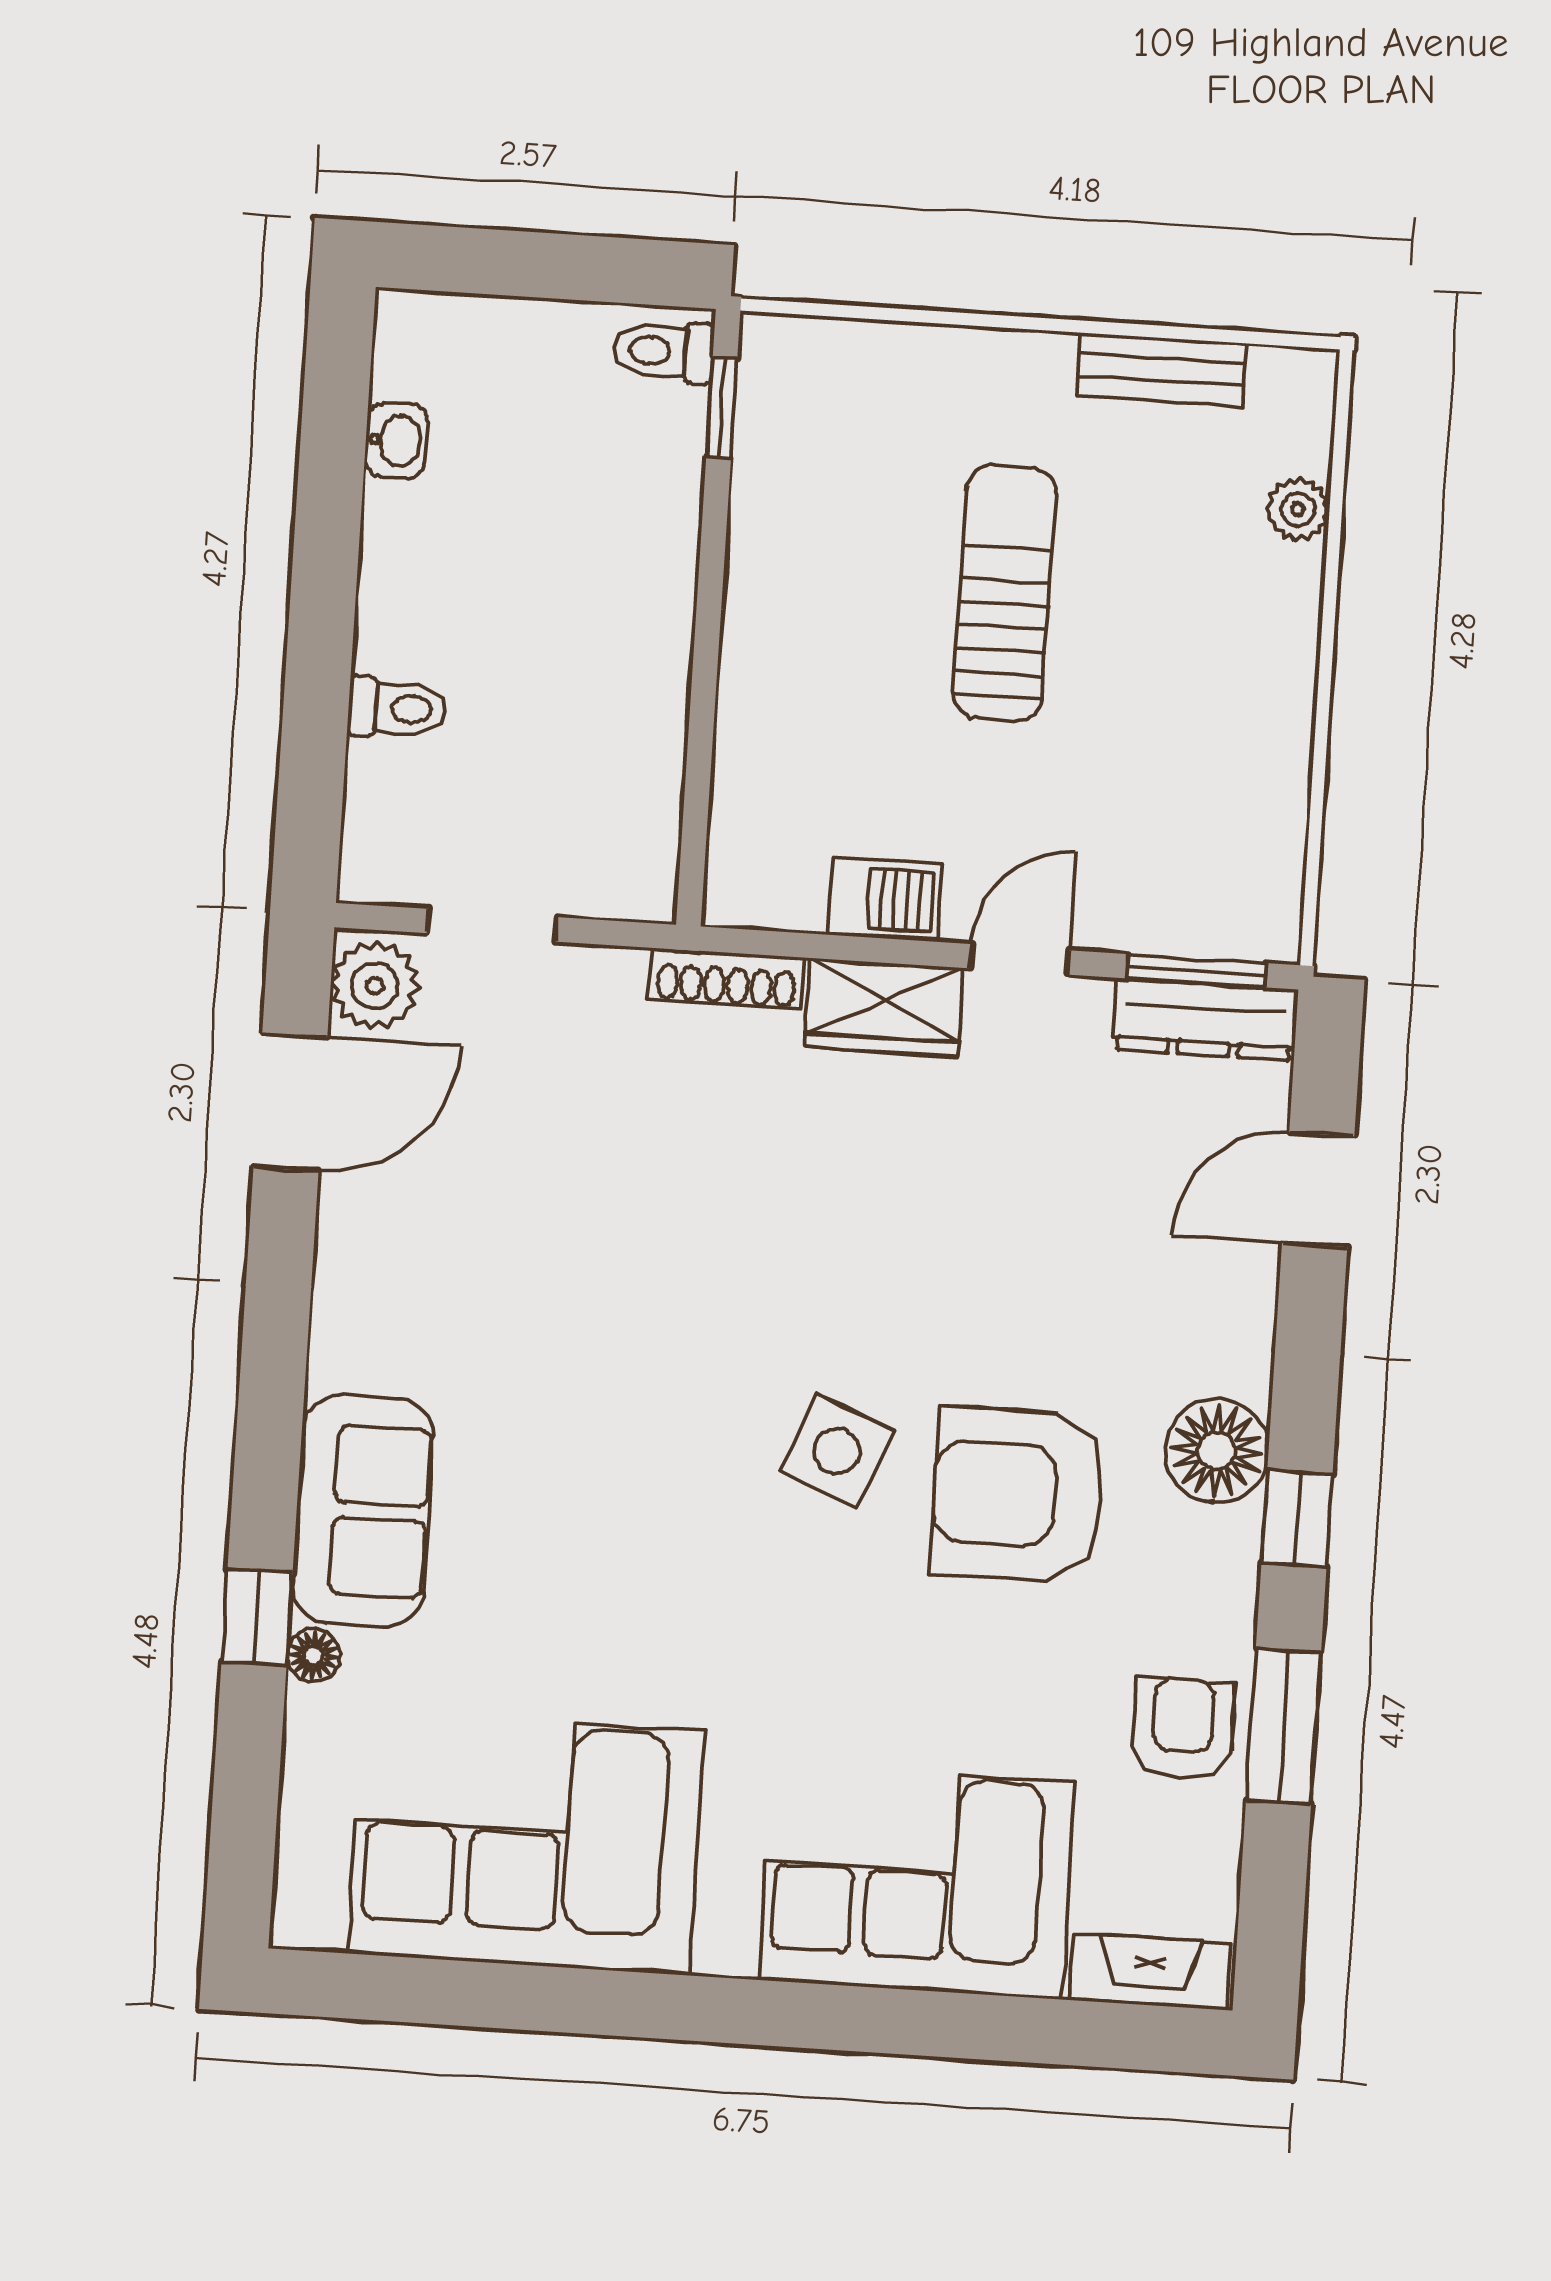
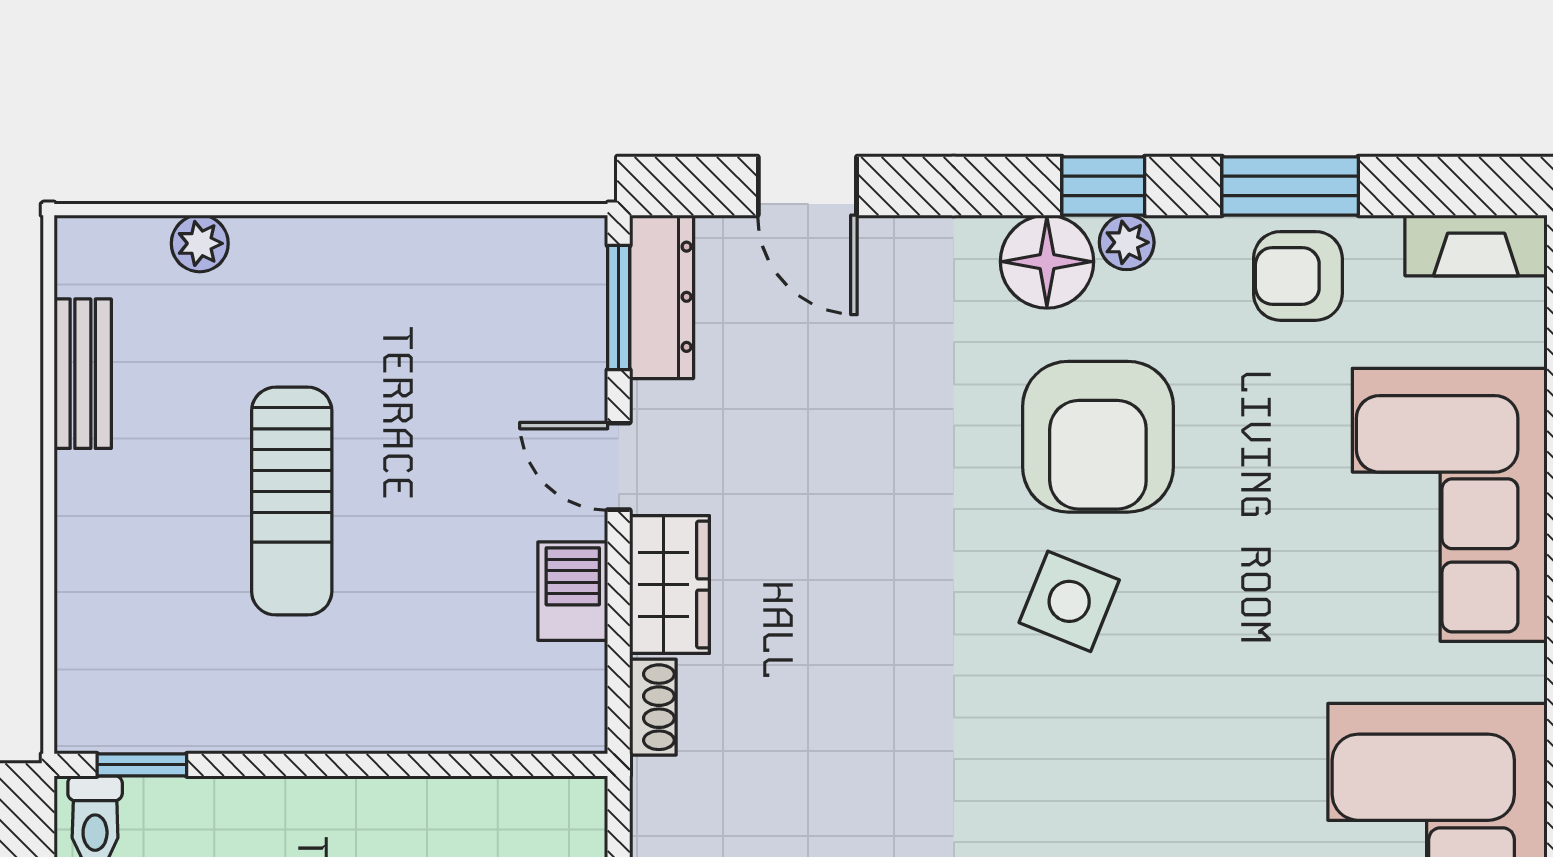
sun lounger: (1005, 593) -> (292, 501), turned -90
shoe rack: (726, 979) -> (653, 707), width x0.70
plant: (1232, 1541) -> (1127, 242), added
fireplace: (1150, 1971) -> (1476, 245), moved, turned -90

